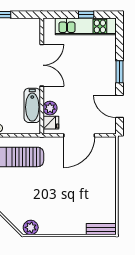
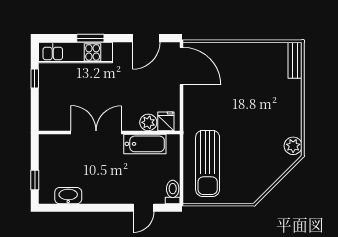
kitchen unit: (86, 26) -> (76, 52), moved, turned 90
window: (119, 72) -> (90, 38), moved
door: (79, 135) -> (181, 66), moved

